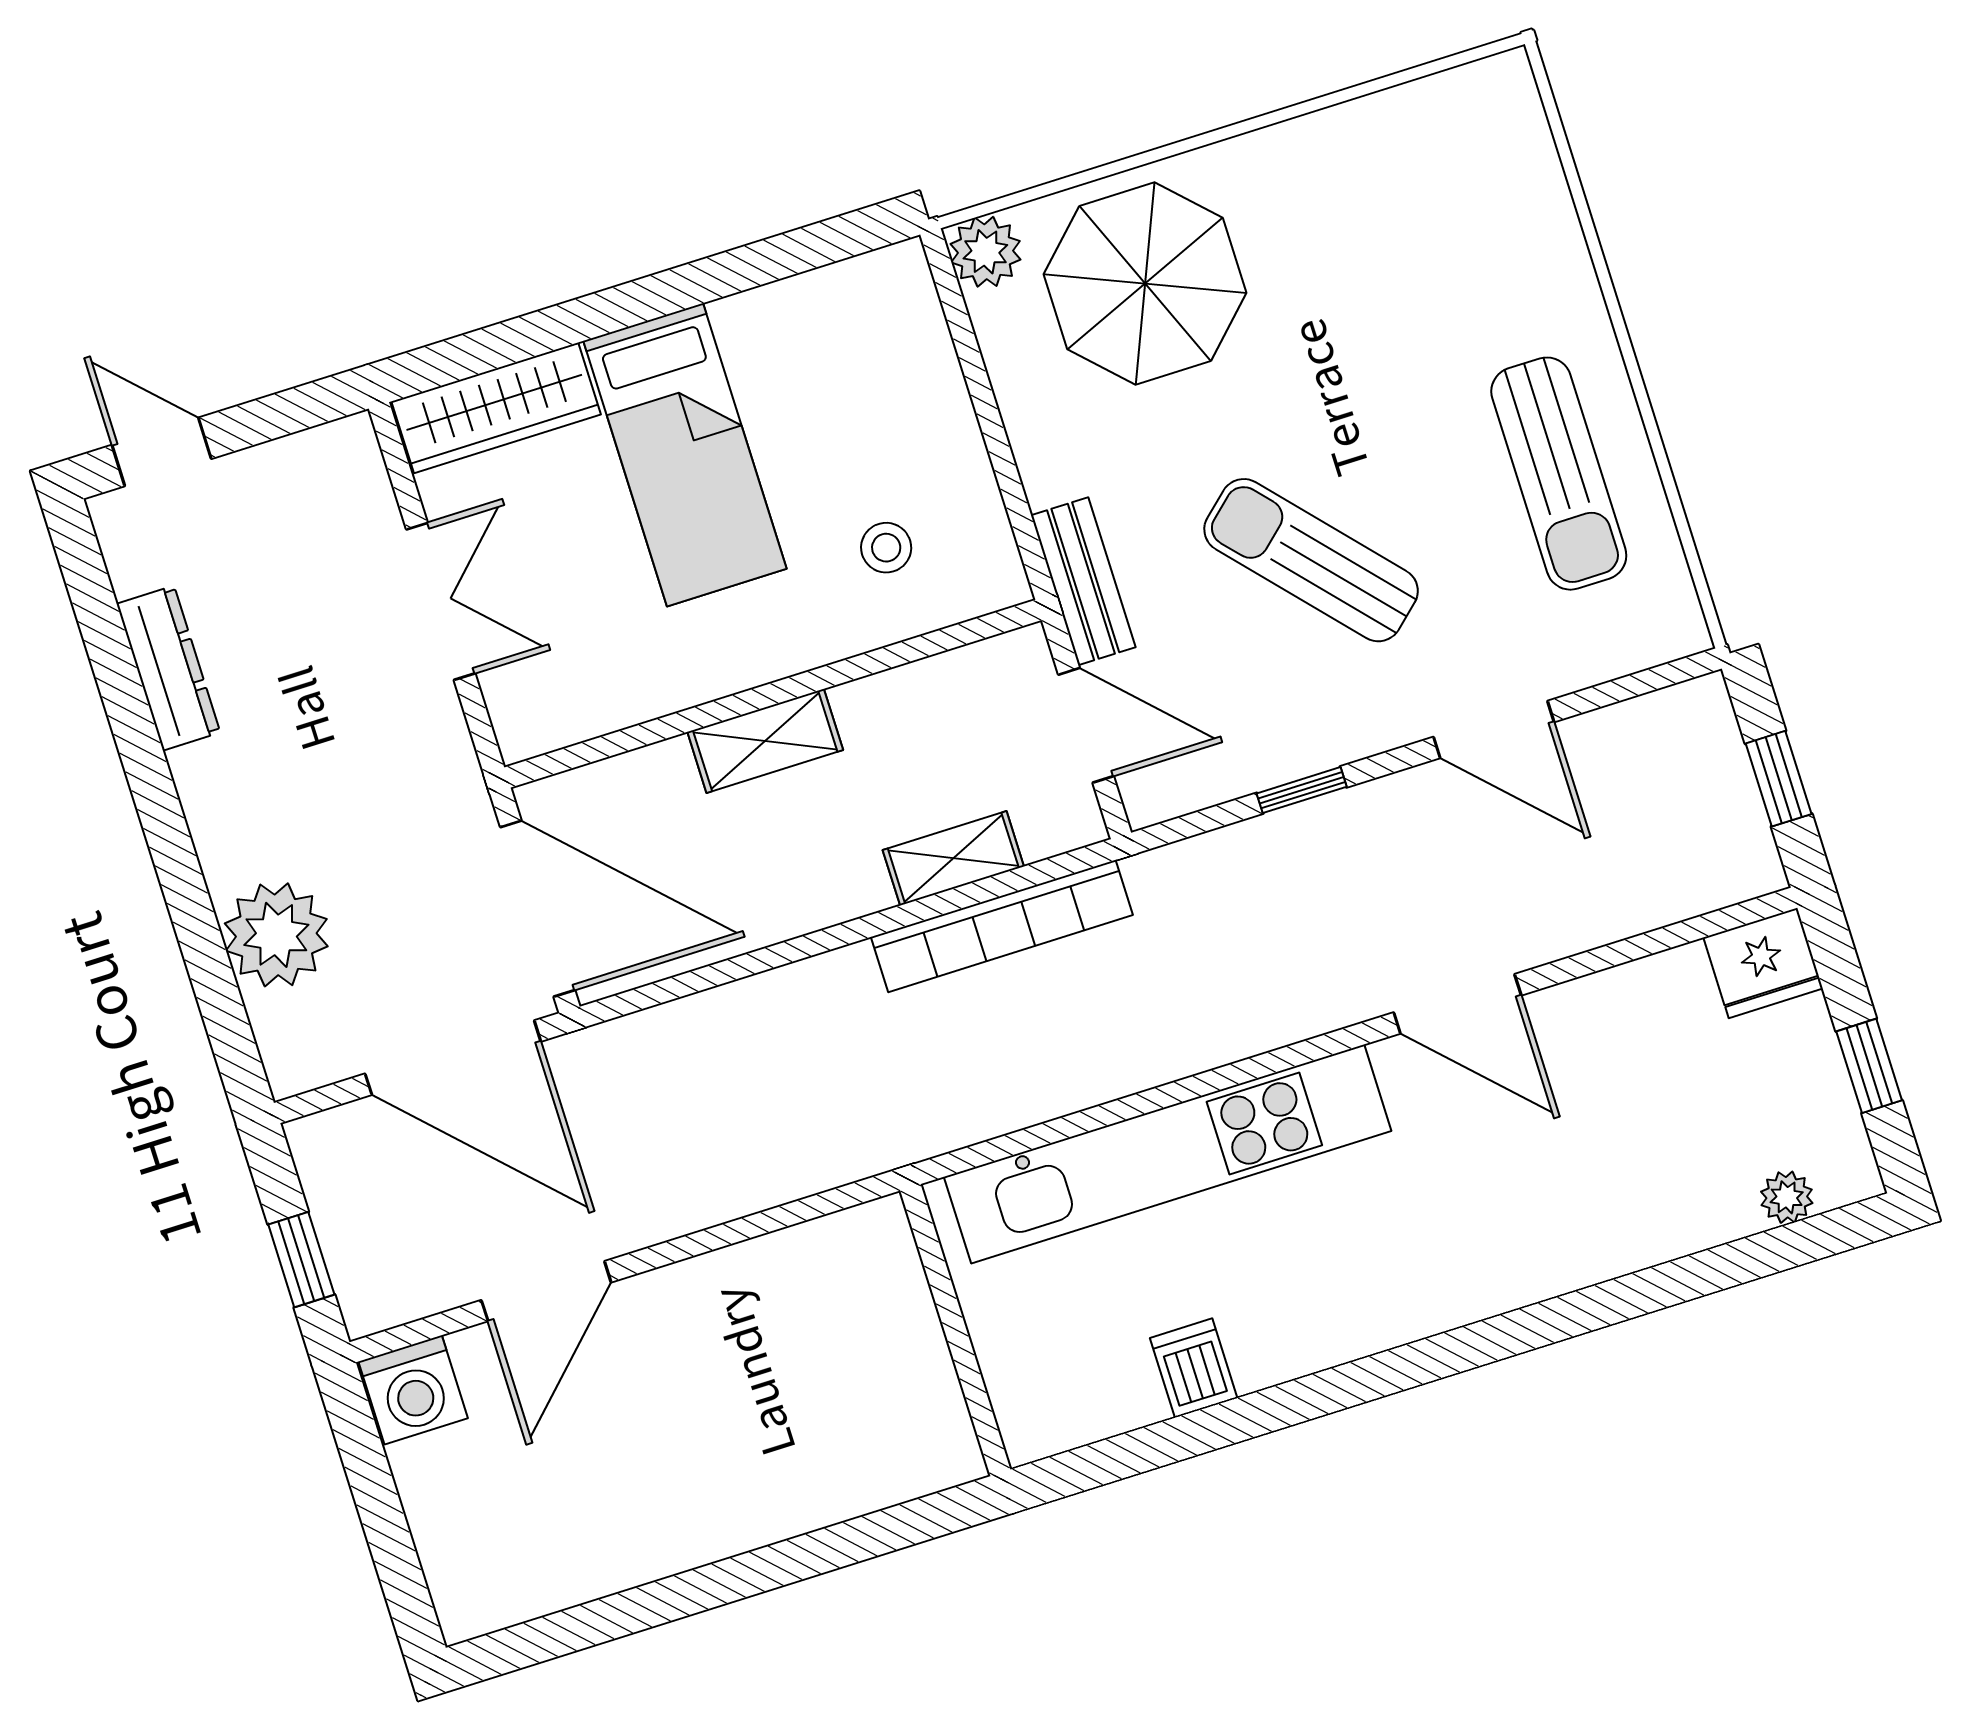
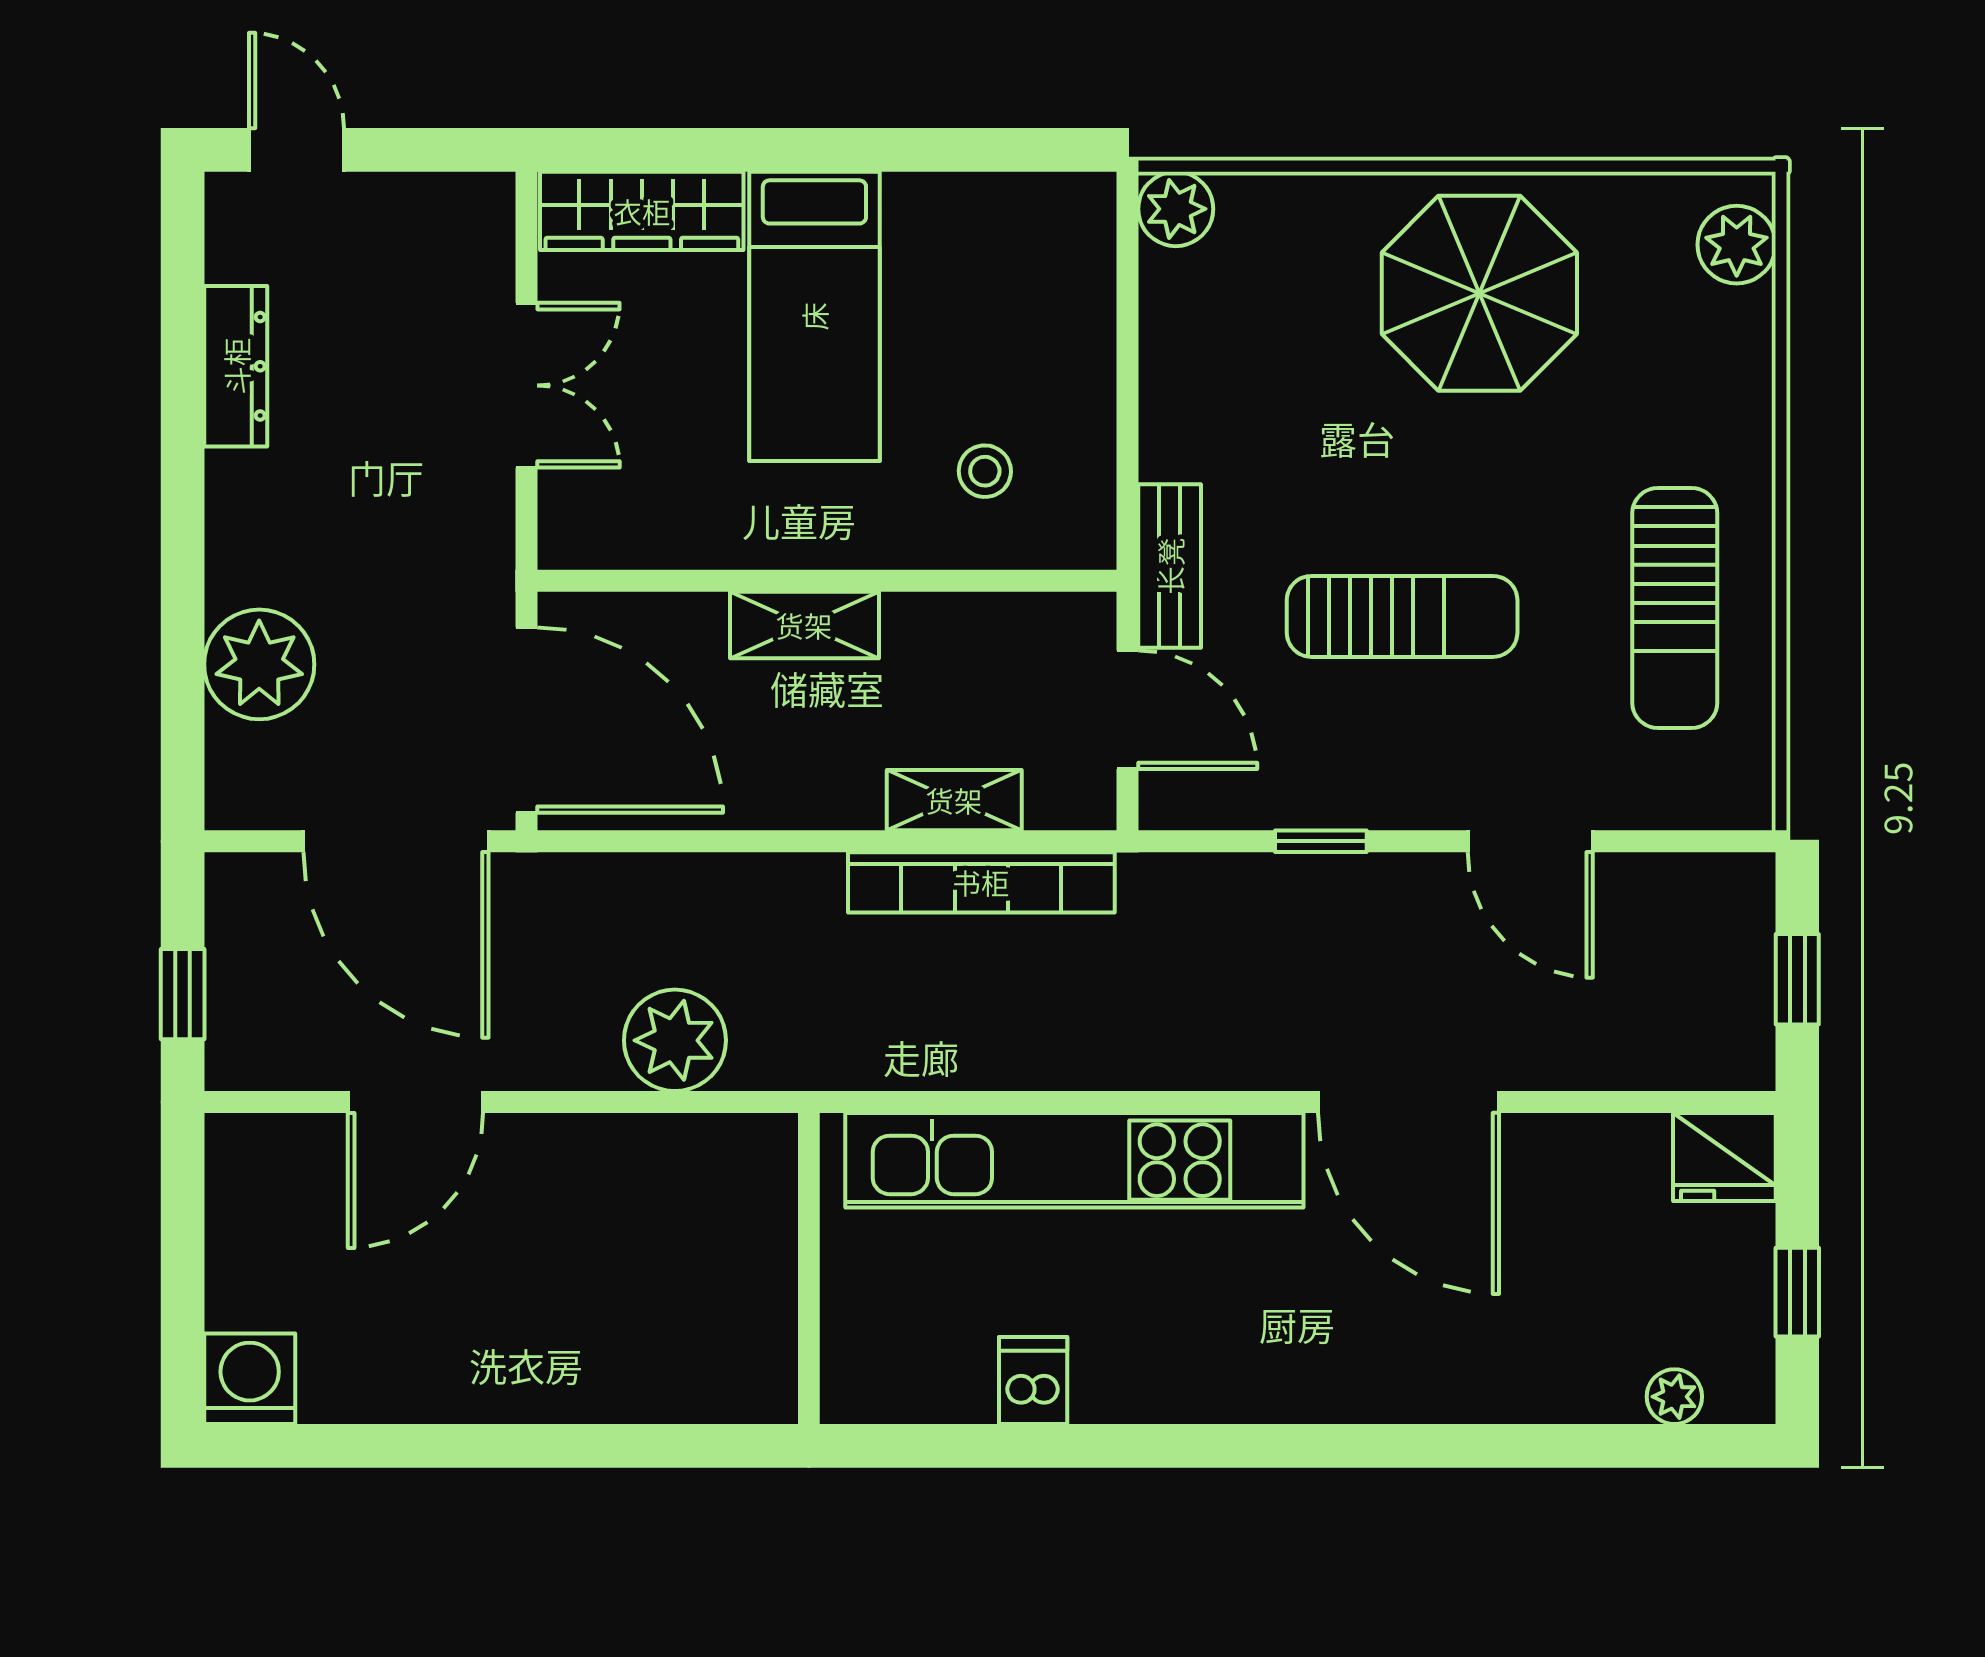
plant: (1510, 122) -> (1737, 245), added
parasol: (1145, 284) -> (1479, 293), moved
sun lounger: (1311, 560) -> (1402, 616), turned 132
door: (1457, 1004) -> (1409, 1102), width x1.36
plant: (766, 1159) -> (675, 1040), added
washing machine: (413, 1390) -> (250, 1379), moved, turned 180

